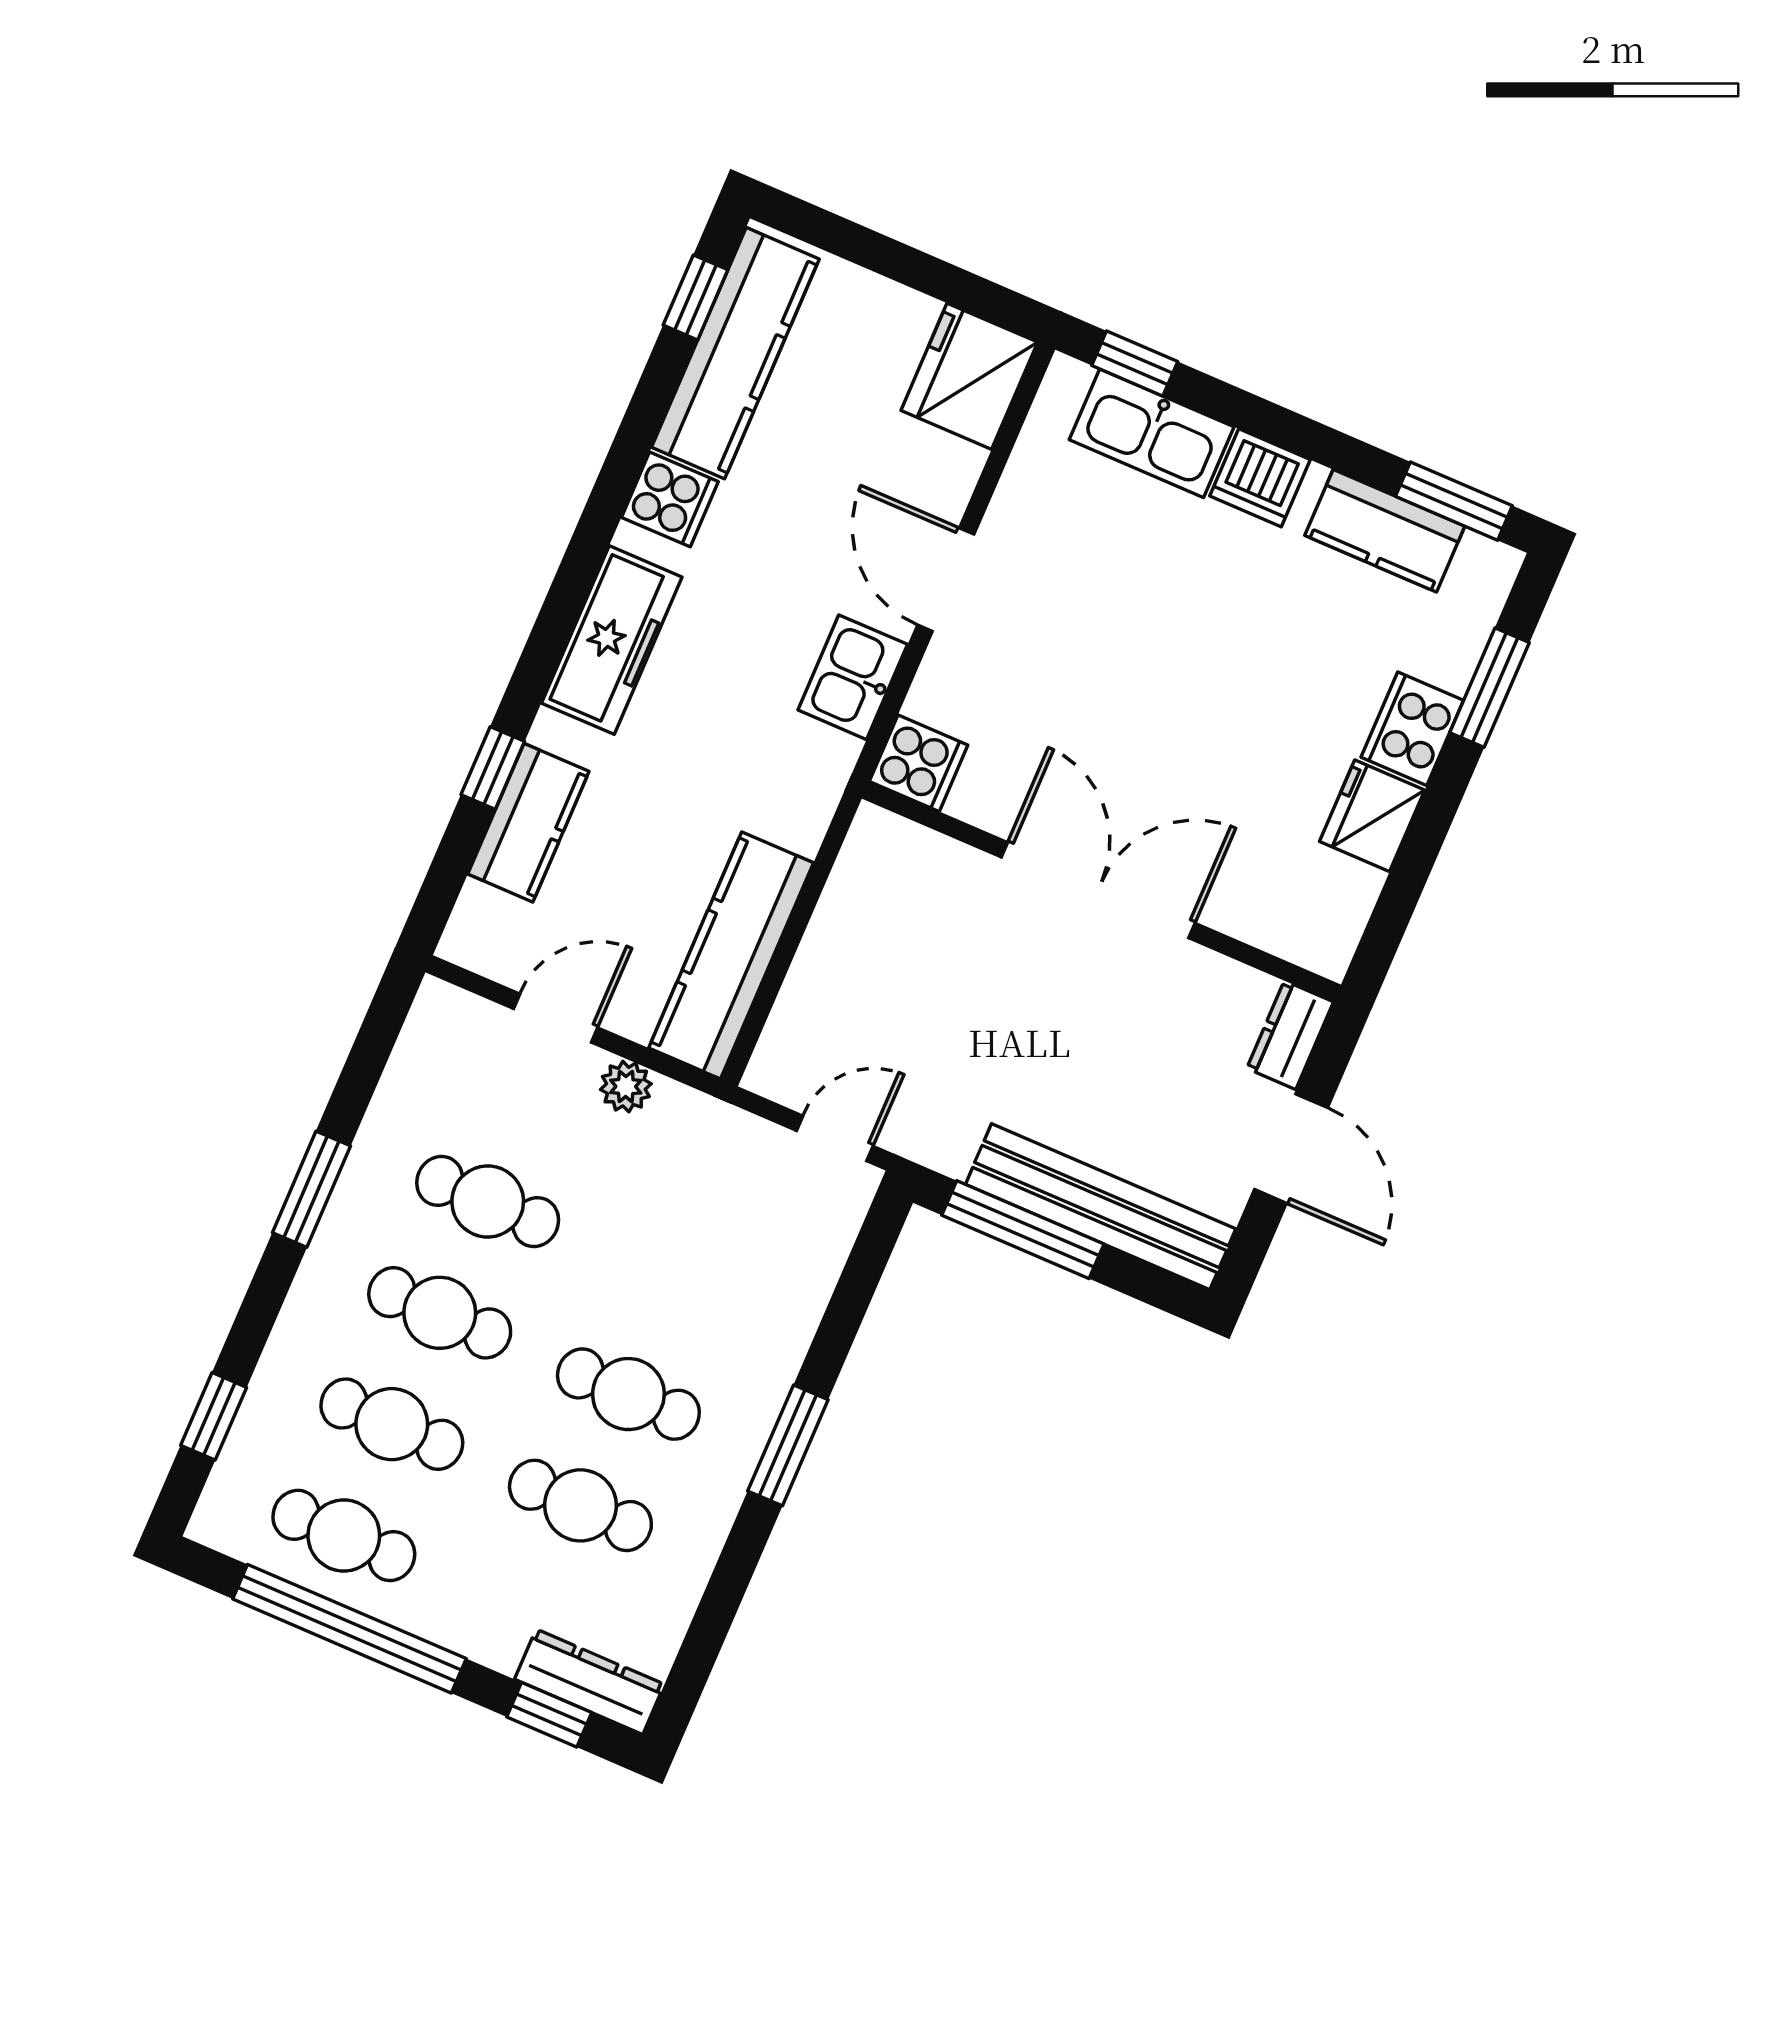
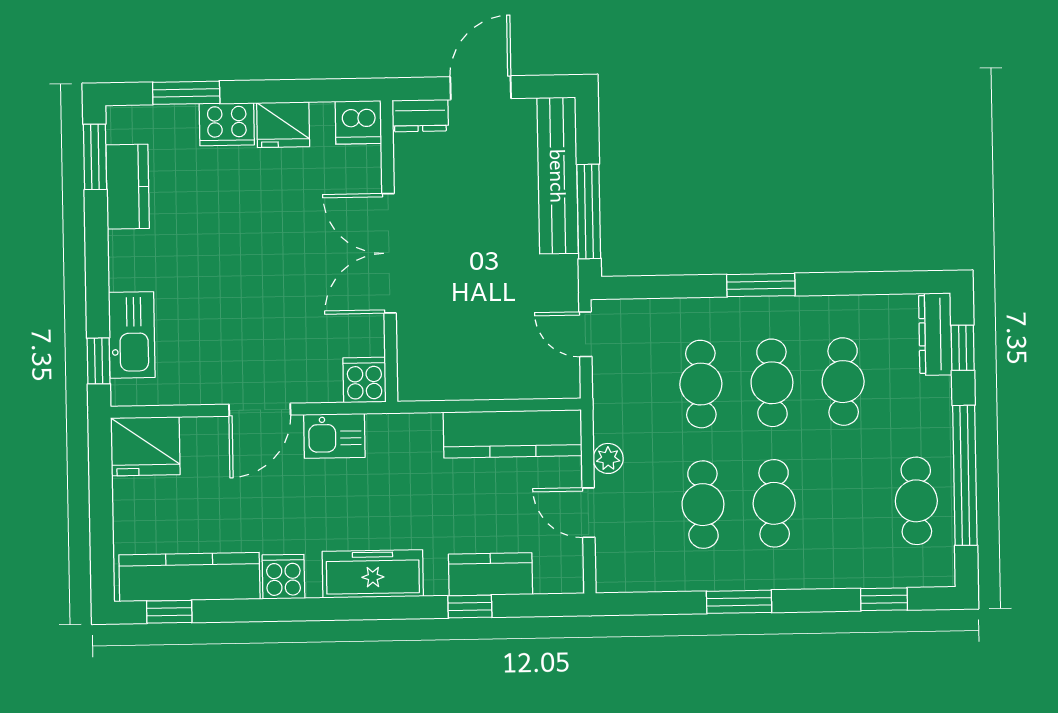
dishwasher: (1260, 478) -> (358, 122), moved, turned 90
cafe table: (392, 1424) -> (701, 384), moved

